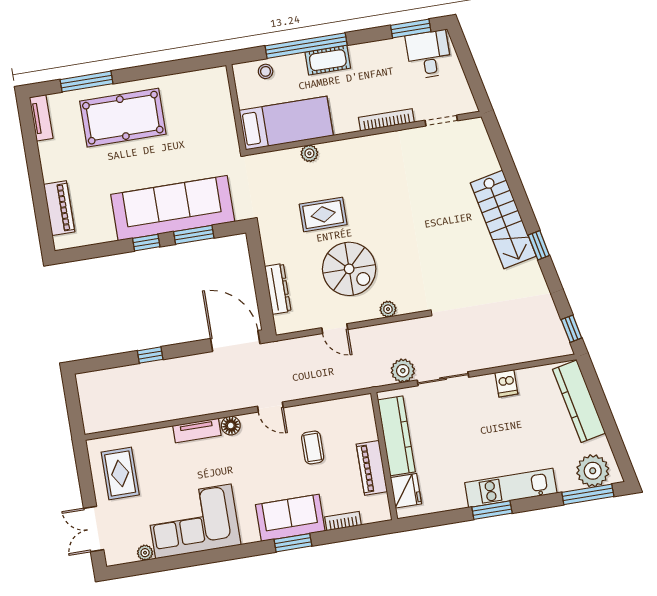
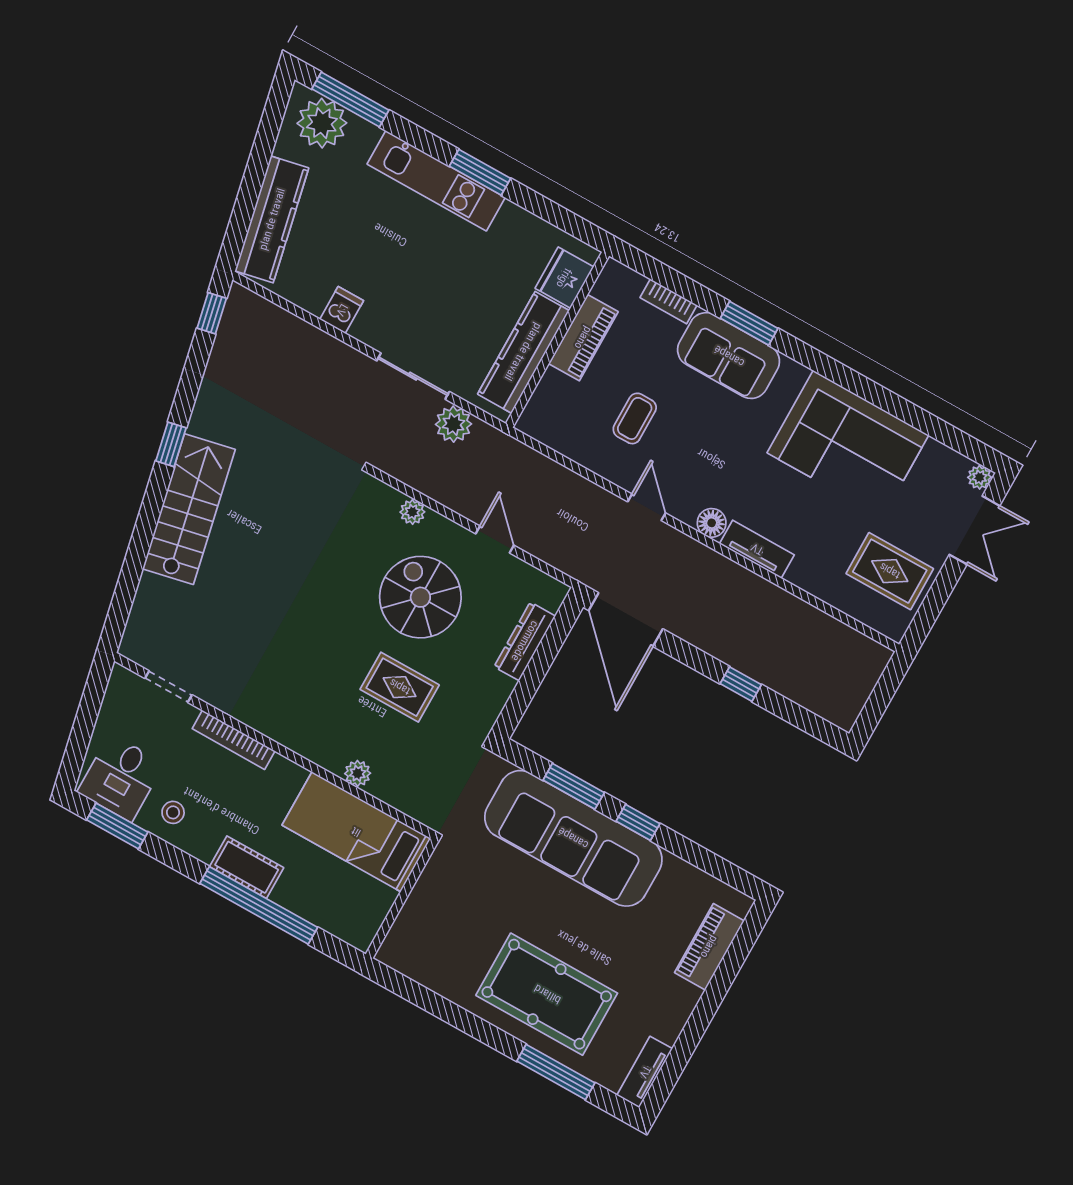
stool: (266, 71) -> (173, 812), moved
rug: (120, 473) -> (890, 571), turned 90
plant: (145, 553) -> (980, 477), moved

